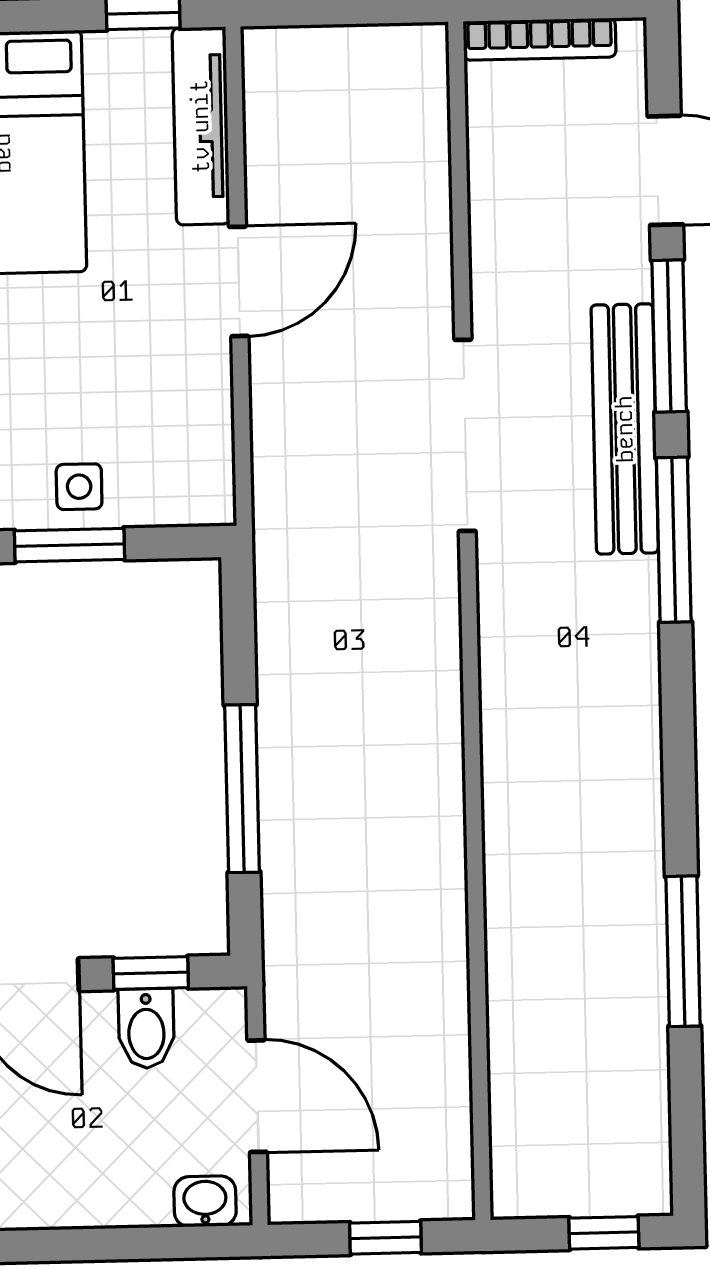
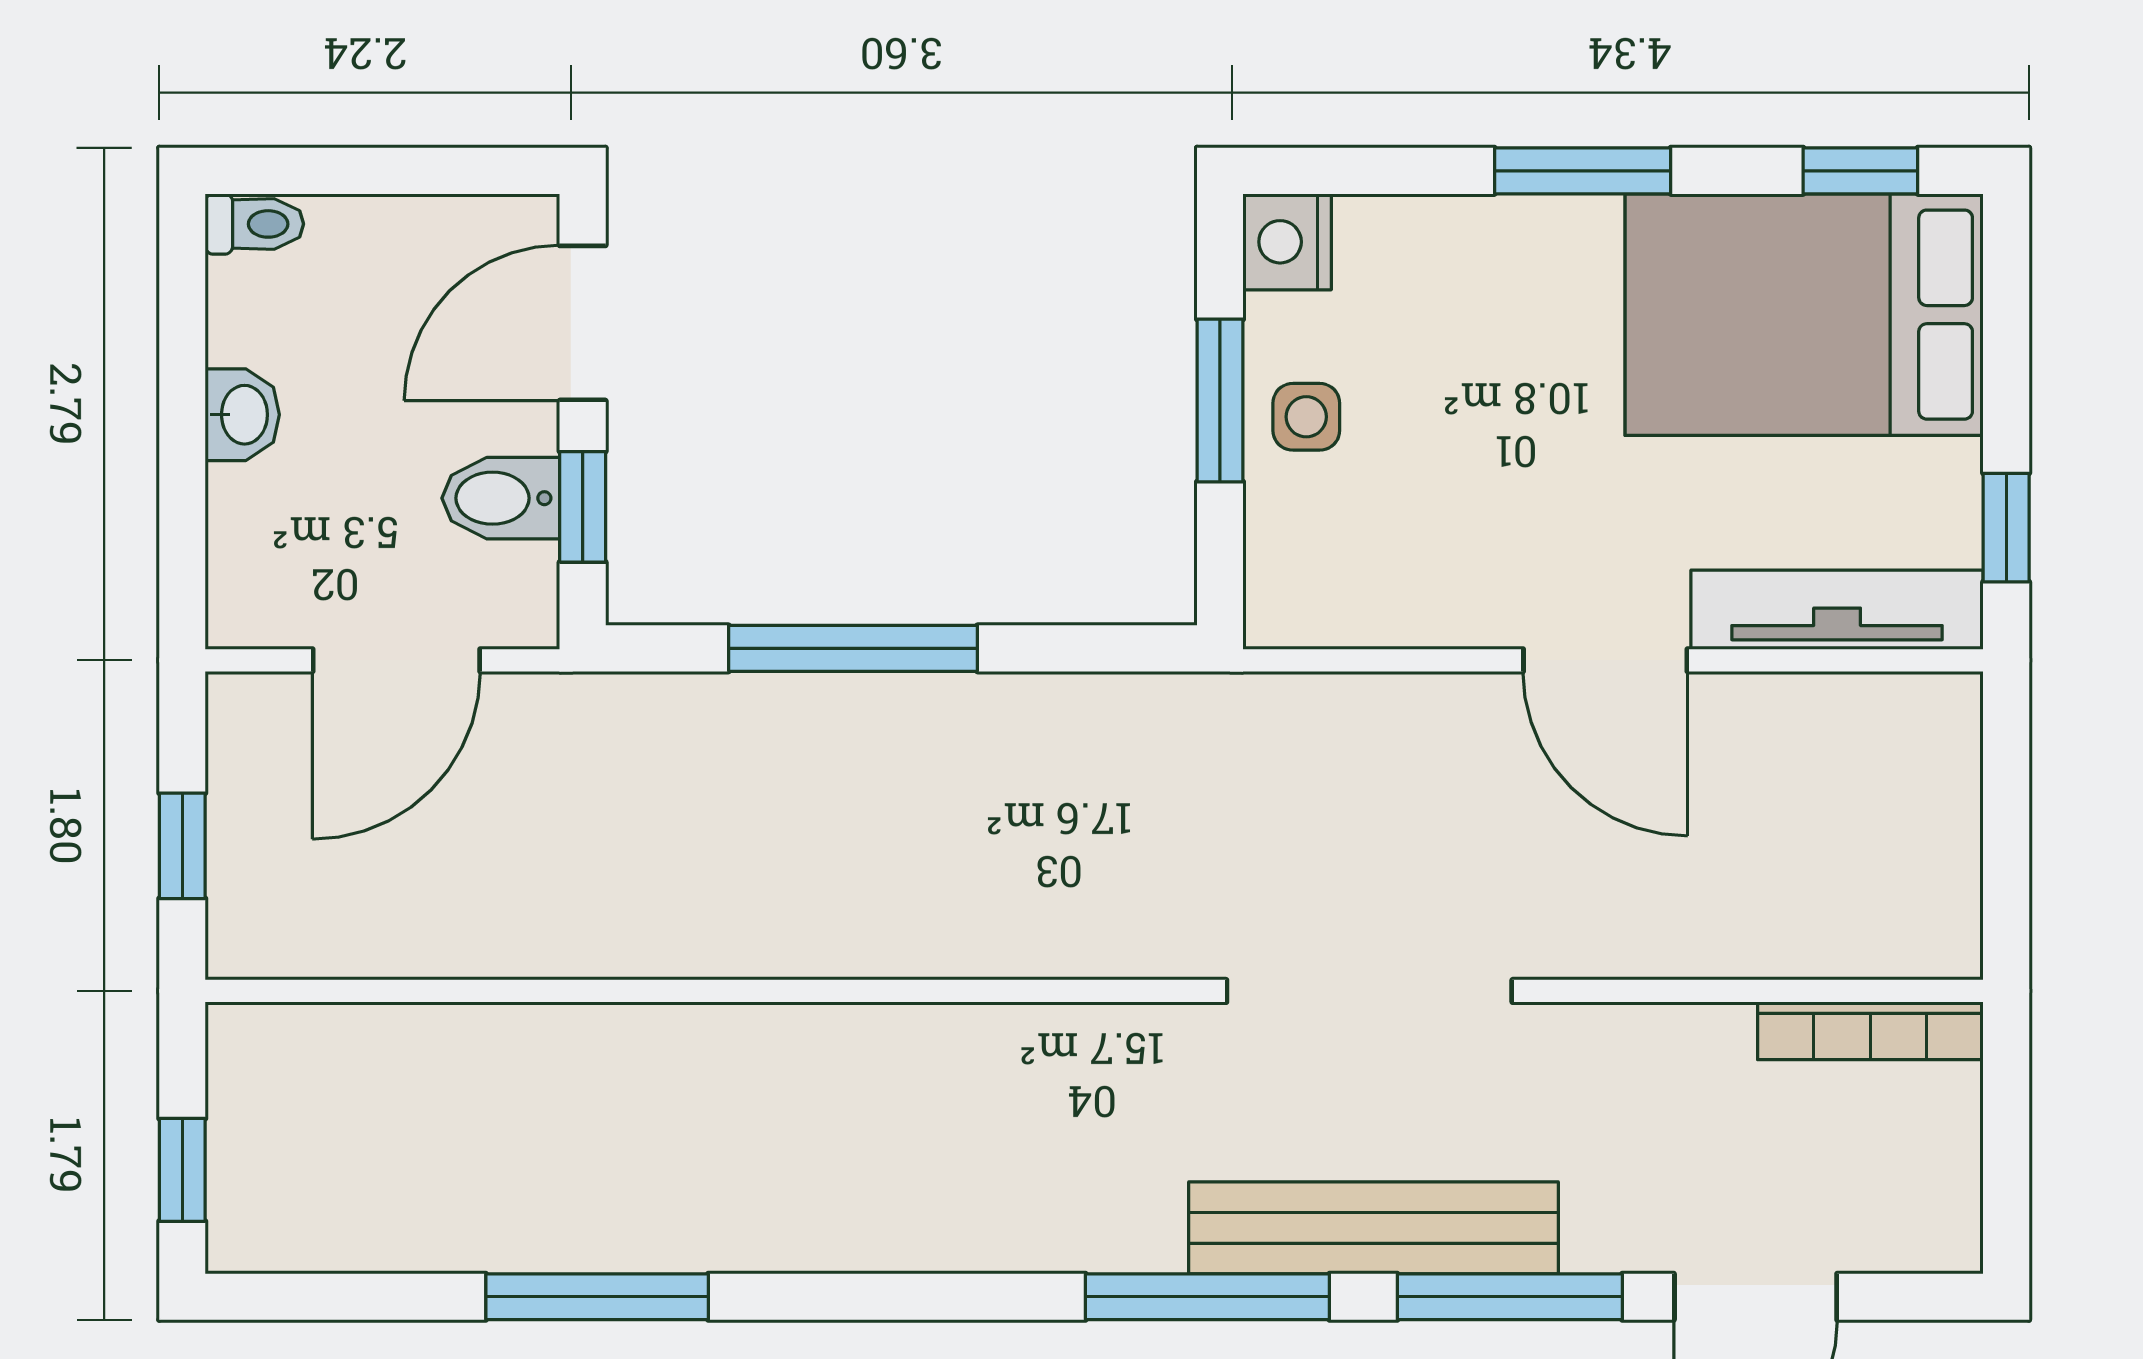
bookcase: (540, 39) -> (1870, 1031), moved, turned -90
washbasin: (205, 1201) -> (242, 415), moved

